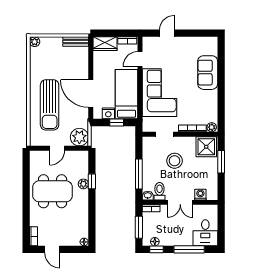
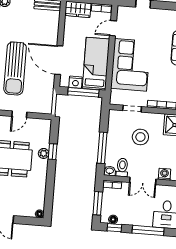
window: (117, 122) -> (83, 92), width x2.17
plant: (79, 137) -> (43, 104), removed

